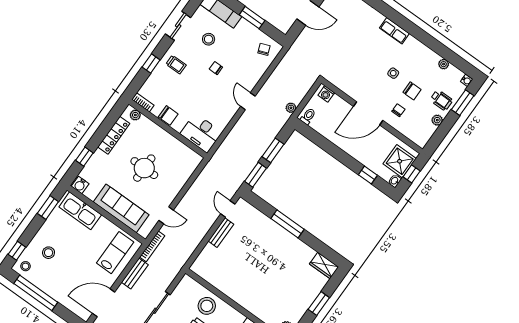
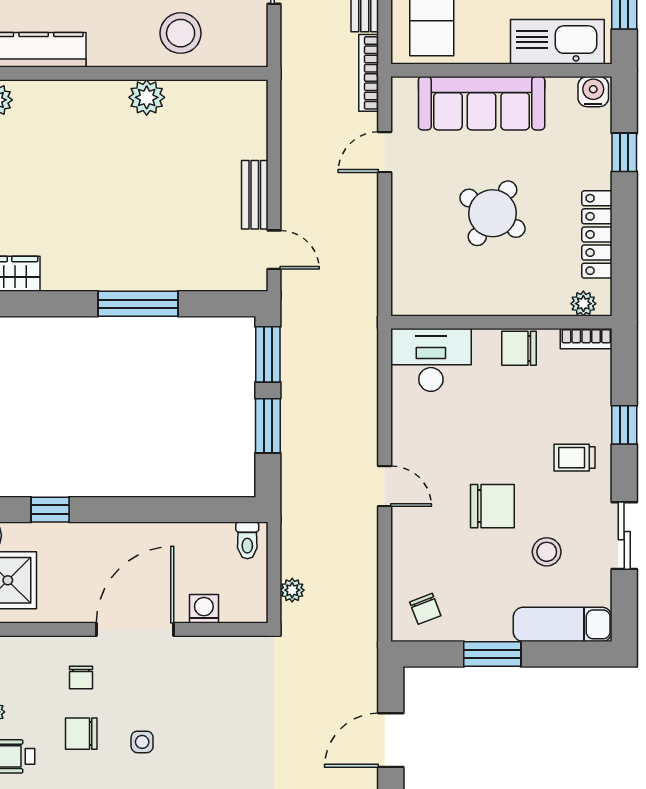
chair: (216, 68) -> (492, 506), width x1.87, depth x1.87
washing machine: (326, 94) -> (204, 609), moved
plant: (291, 108) -> (292, 590), moved
round table: (144, 168) -> (492, 213), turned 33
plant: (234, 292) -> (147, 97), added

